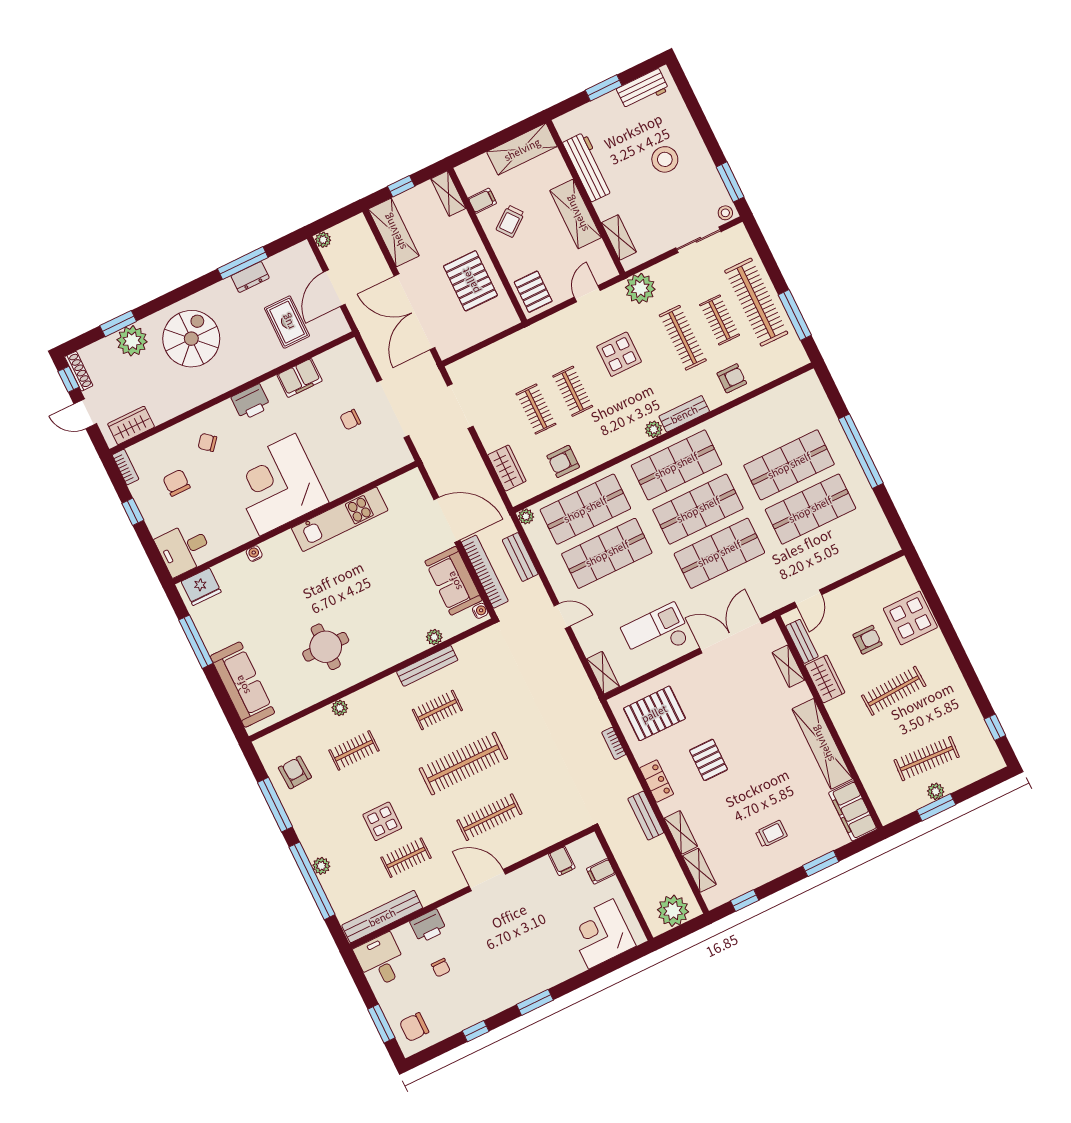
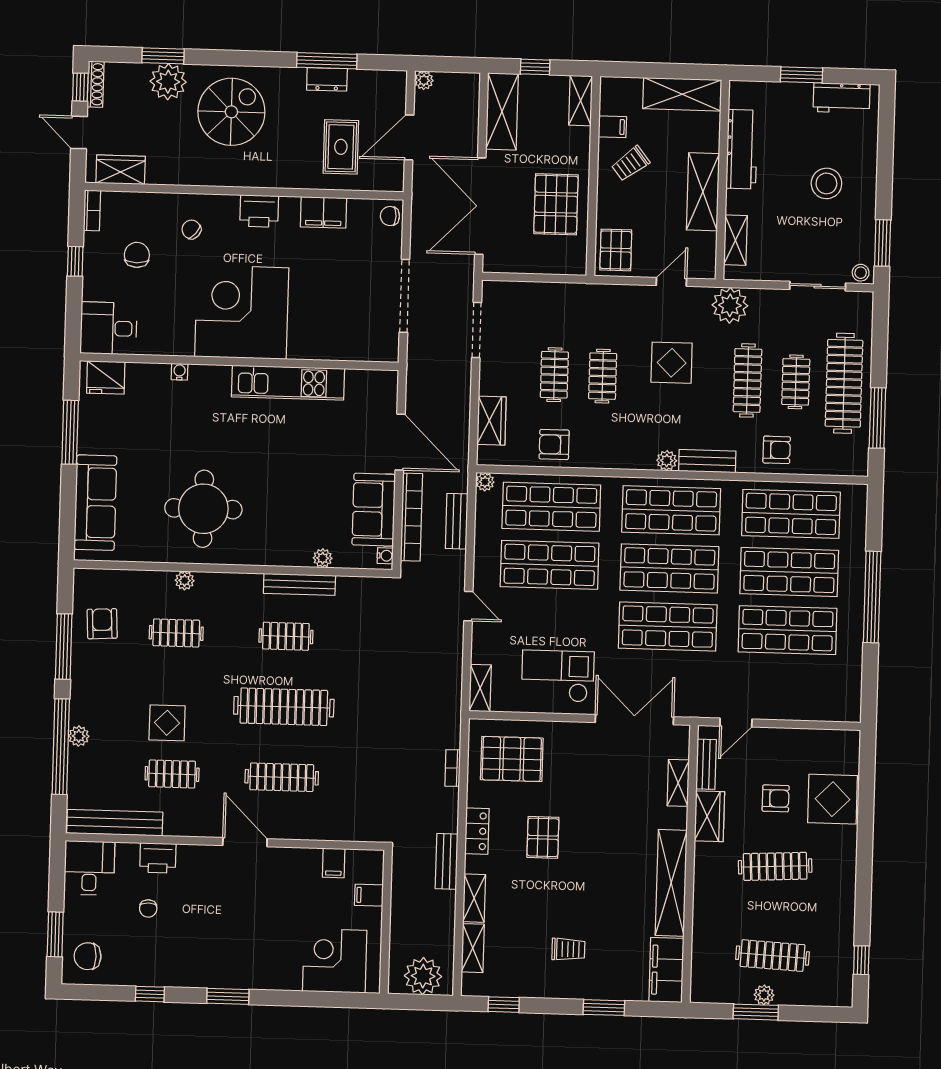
chair: (350, 420) -> (390, 216), moved
shop shelf: (768, 421) -> (791, 514), added
round table: (326, 647) -> (203, 509), width x1.36, depth x1.36

